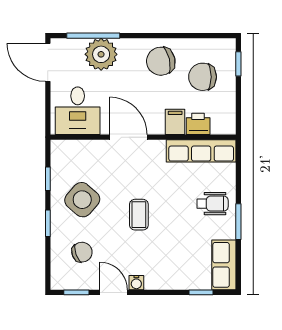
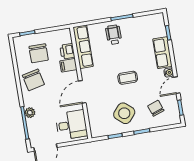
plant: (101, 54) -> (30, 113), width x0.53, depth x0.53
row of seats: (224, 265) -> (162, 53), moved, turned 90

